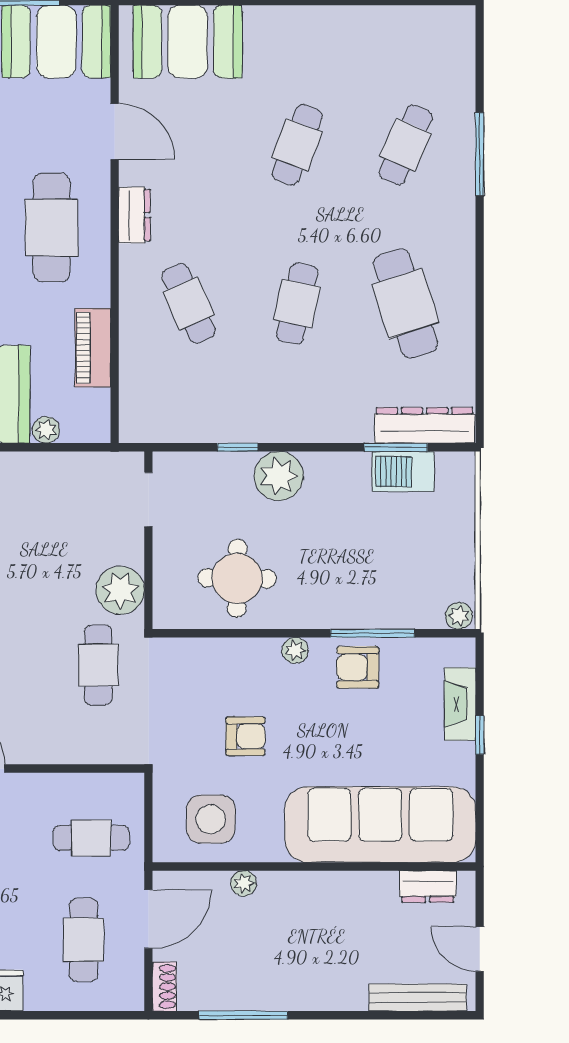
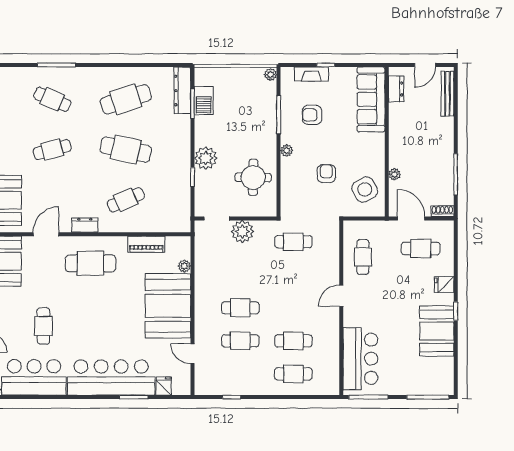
cafe table: (297, 145) -> (52, 150), turned -36
cafe table: (297, 303) -> (126, 150), width x1.37, depth x1.35
plant: (120, 590) -> (242, 232), moved
armchair: (358, 667) -> (312, 115), moved, turned 90
side table: (211, 819) -> (365, 190), turned -31
sofa: (380, 825) -> (371, 99), width x0.74, depth x0.79
cafe table: (91, 838) -> (363, 257), moved

